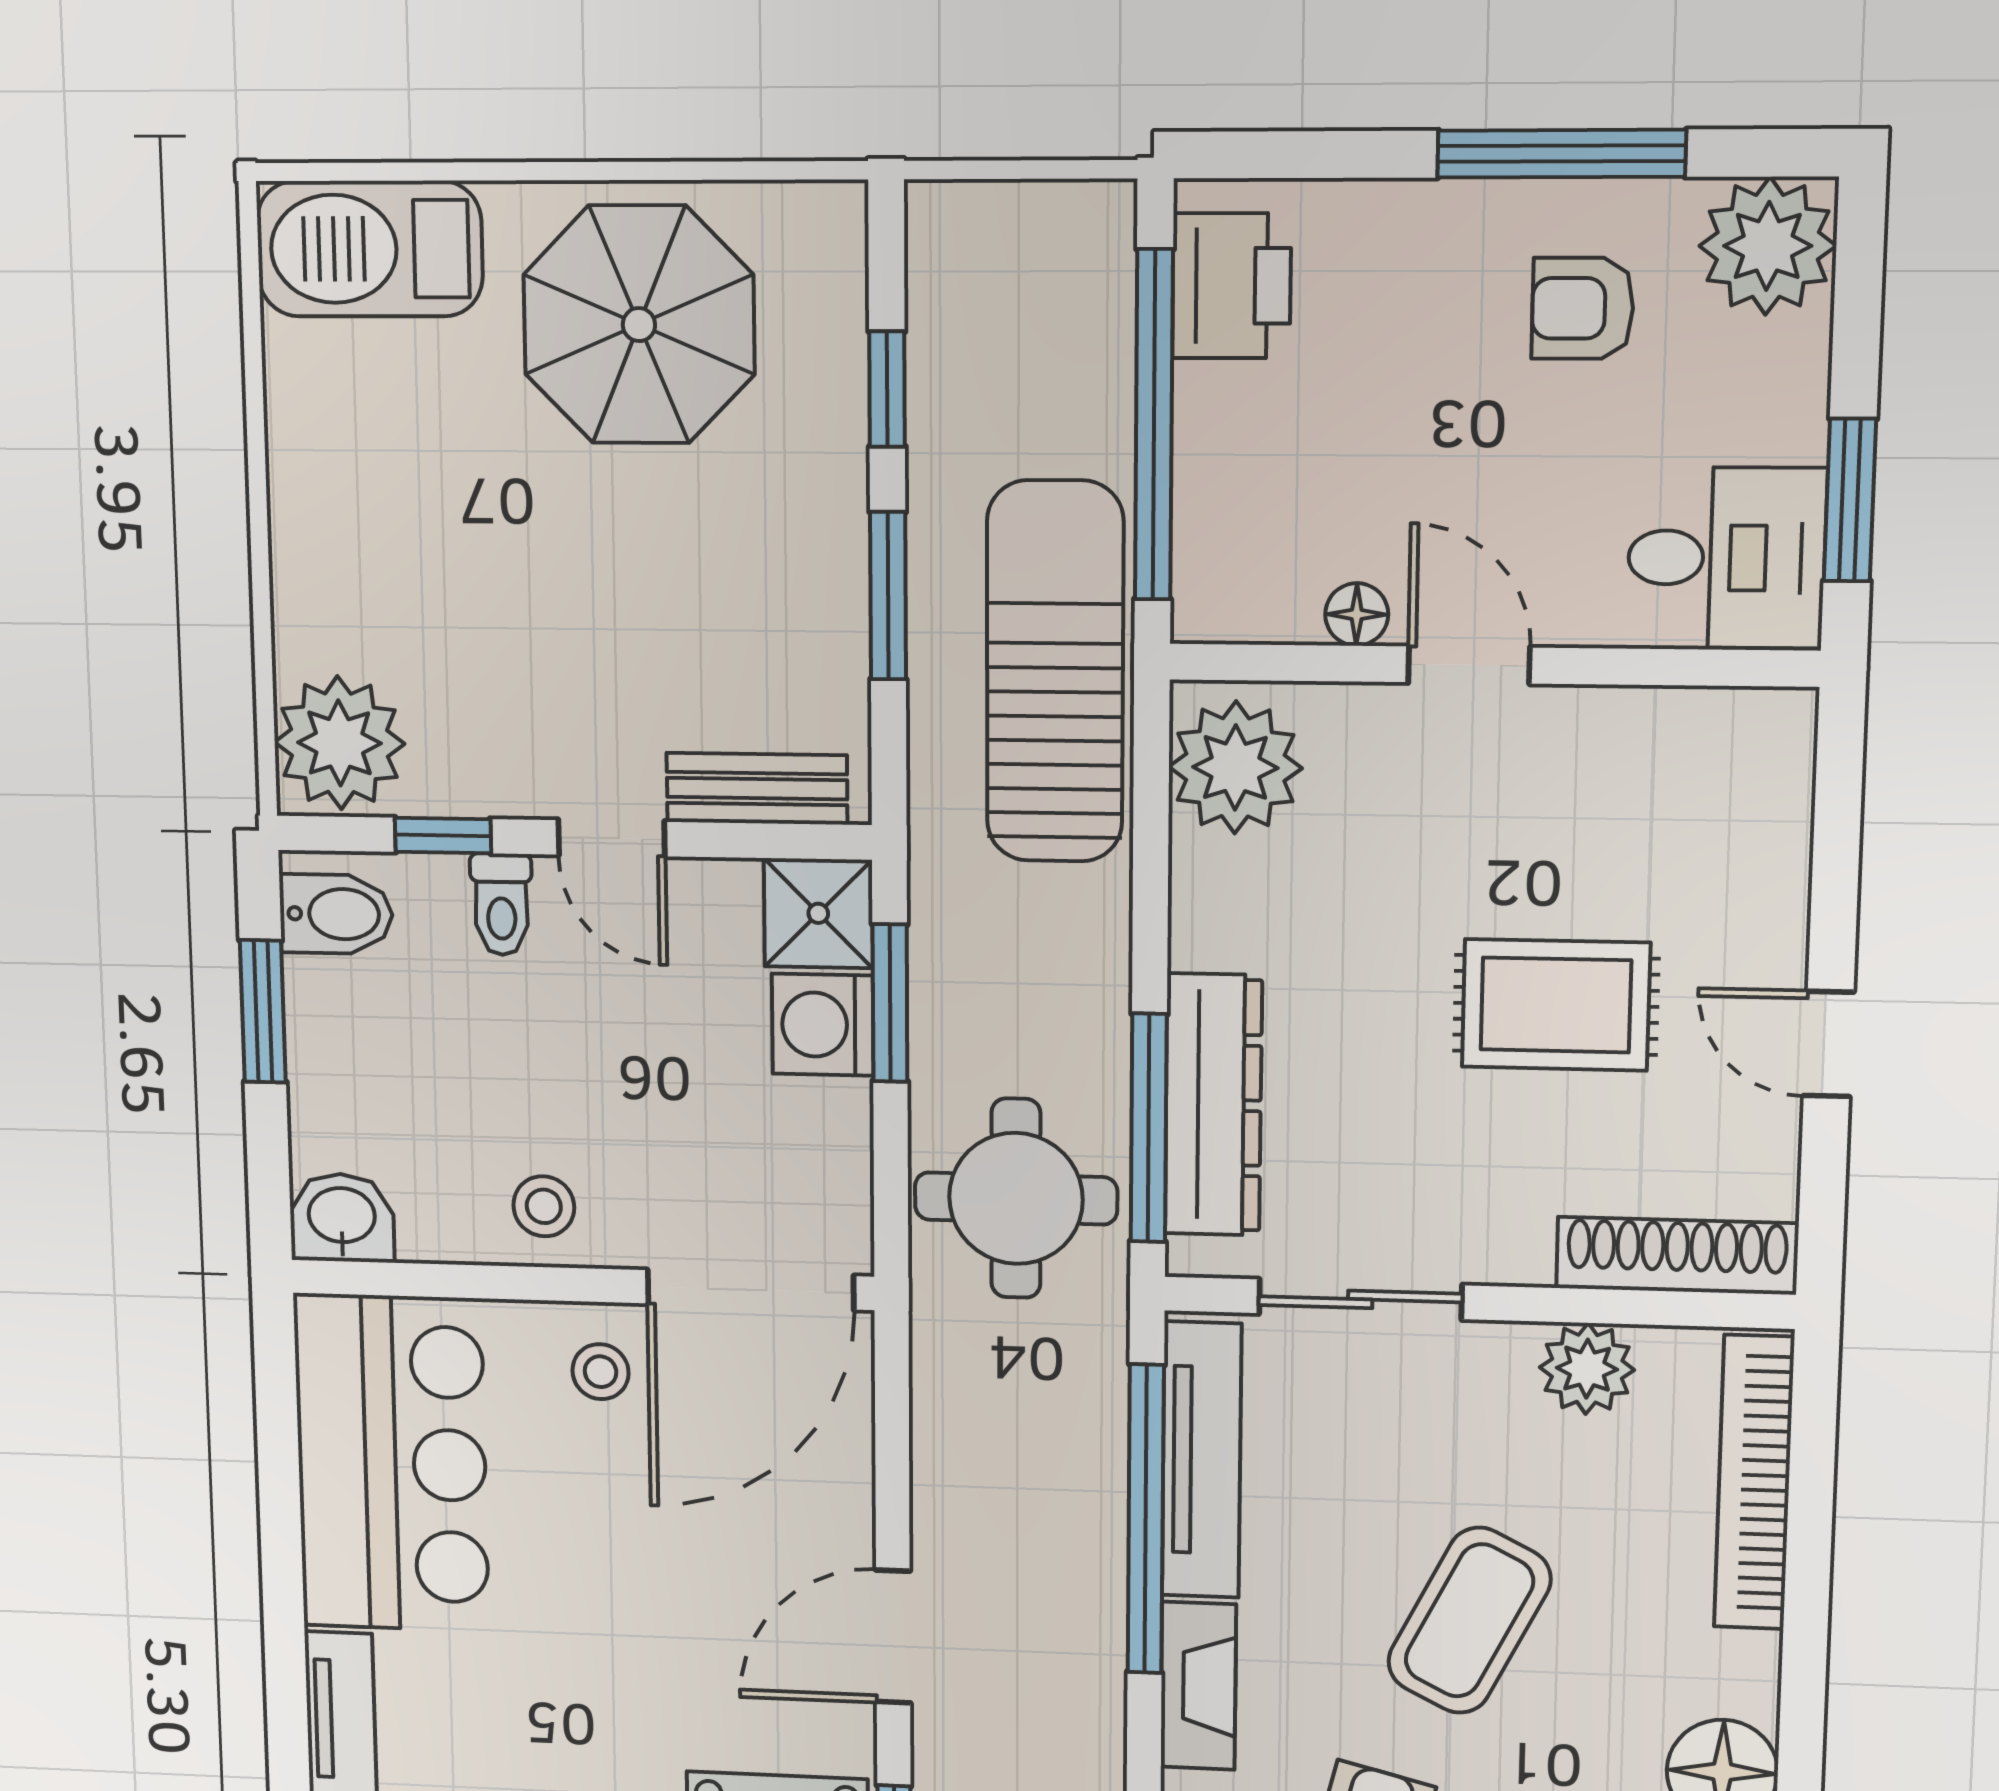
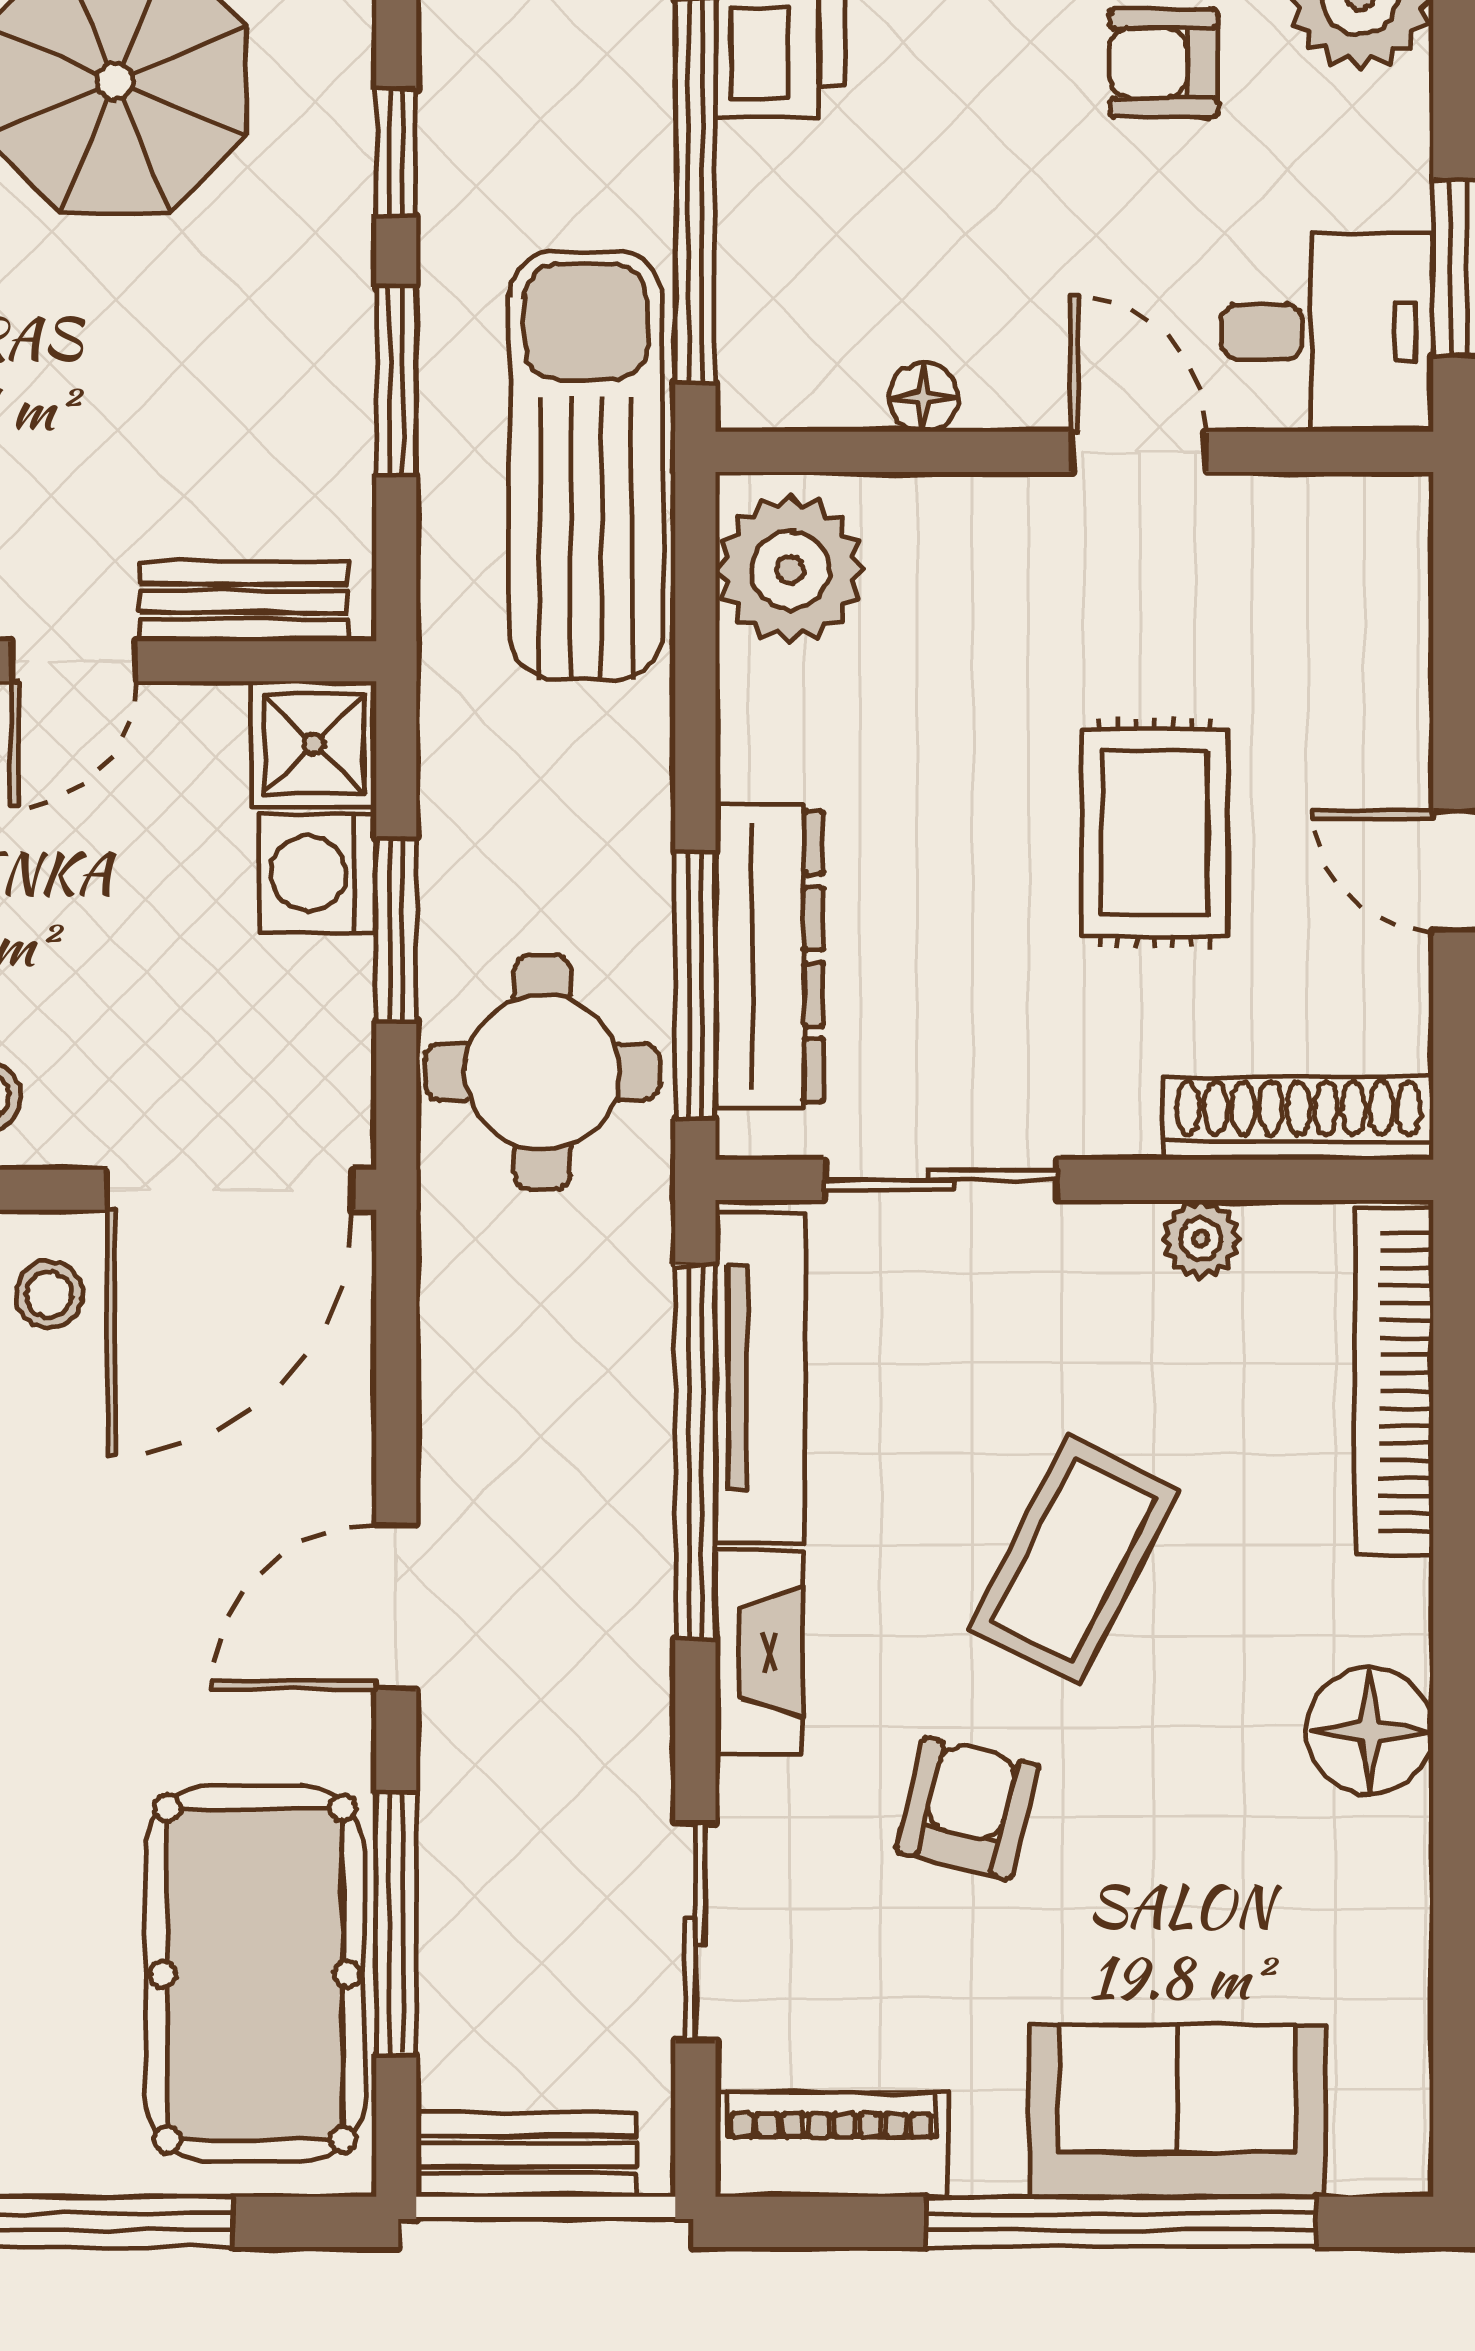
door: (1469, 665) -> (1138, 452), moved
door: (612, 838) -> (73, 661), hinge flipped
window: (890, 1003) -> (396, 930), moved
rug: (1556, 1005) -> (1155, 833), turned 90
plant: (1587, 1369) -> (1201, 1239), width x0.73, depth x0.73

